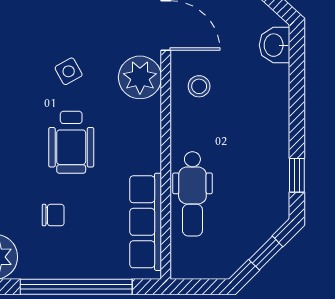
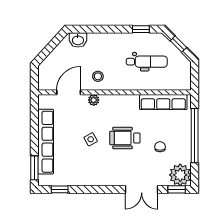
plant: (140, 77) -> (94, 100), width x0.53, depth x0.53
wheelchair: (71, 142) -> (125, 138), turned 180
dental chair: (192, 194) -> (147, 62), moved

